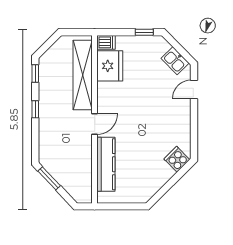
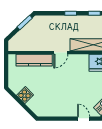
door: (95, 124) -> (61, 53), hinge flipped
cooker: (177, 159) -> (25, 95), moved

